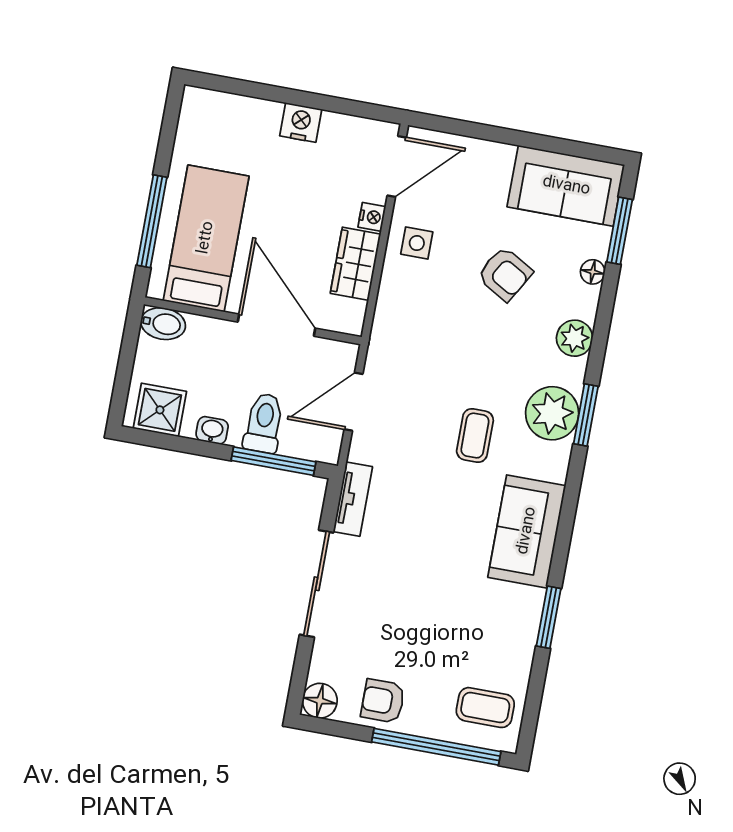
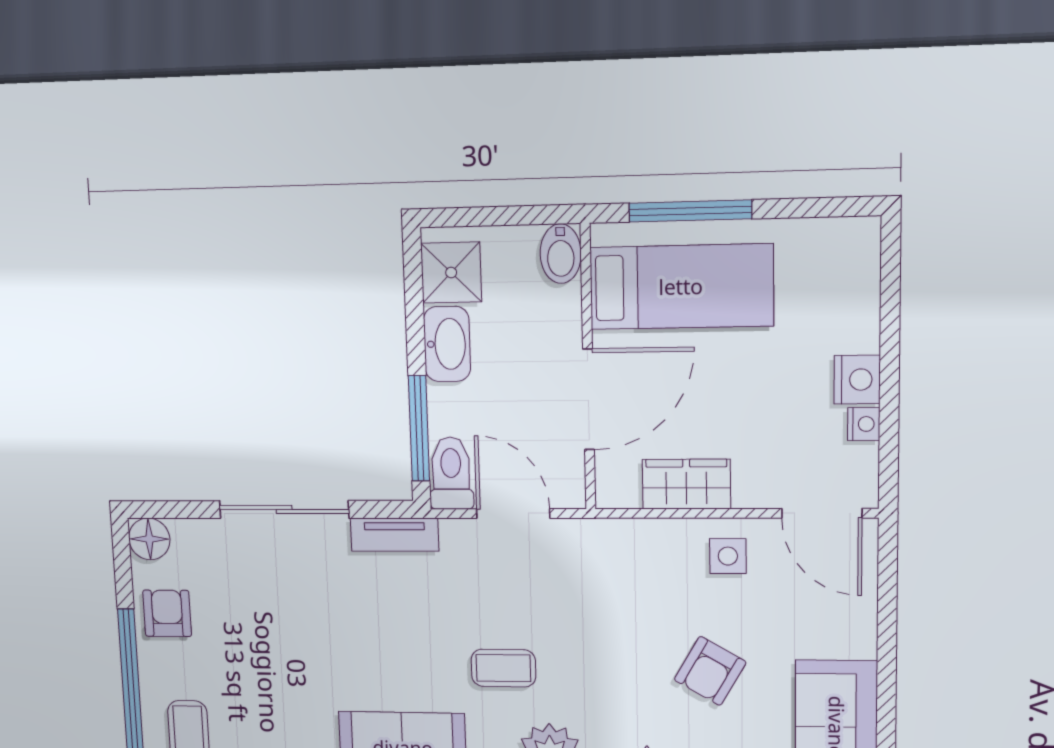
nightstand: (372, 217) -> (864, 424), moved, turned -90
toilet: (264, 423) -> (451, 473), moved, turned -90
washbasin: (212, 430) -> (447, 344), width x1.91, depth x1.45

